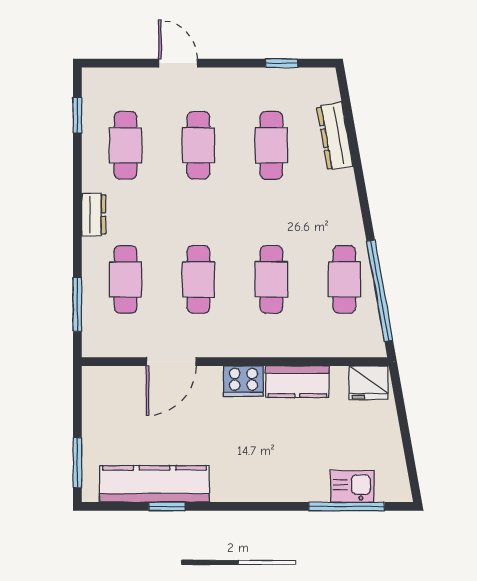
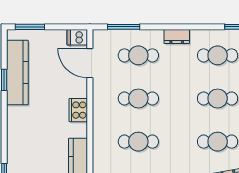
door: (171, 362) -> (90, 63), moved
cooker: (243, 381) -> (78, 110), moved
dishwasher: (95, 383) -> (77, 37), added

